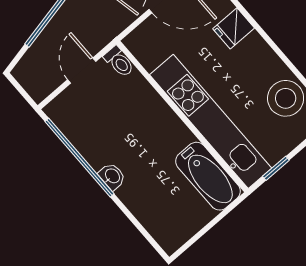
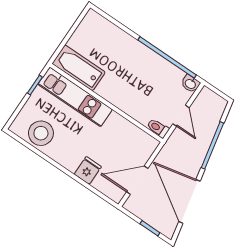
kitchen unit: (211, 121) -> (75, 97), width x0.73
washbasin: (112, 176) -> (191, 84), moved

